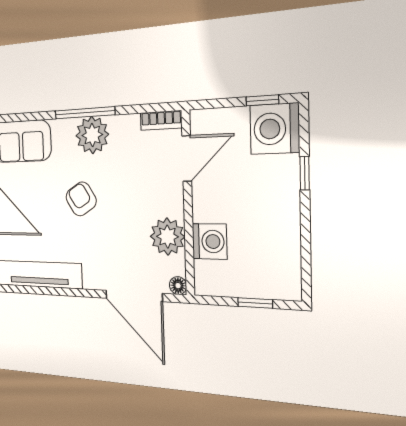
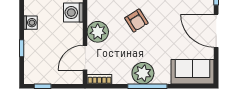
washing machine: (275, 129) -> (31, 23), moved, width x0.53, depth x0.53
armchair: (81, 199) -> (136, 21), moved
plant: (167, 237) -> (98, 32), moved

